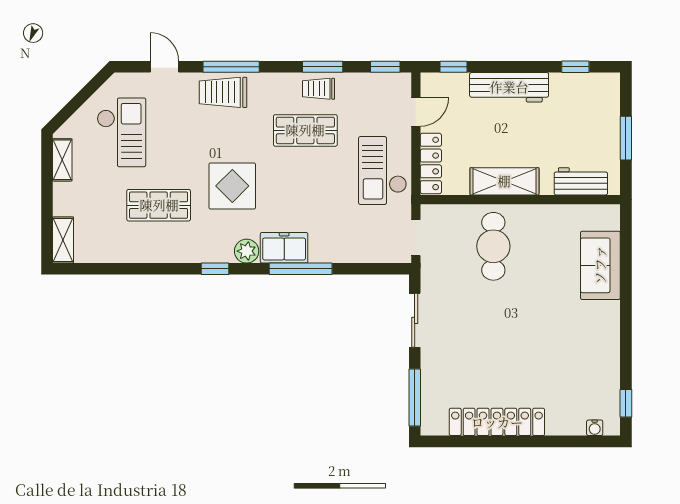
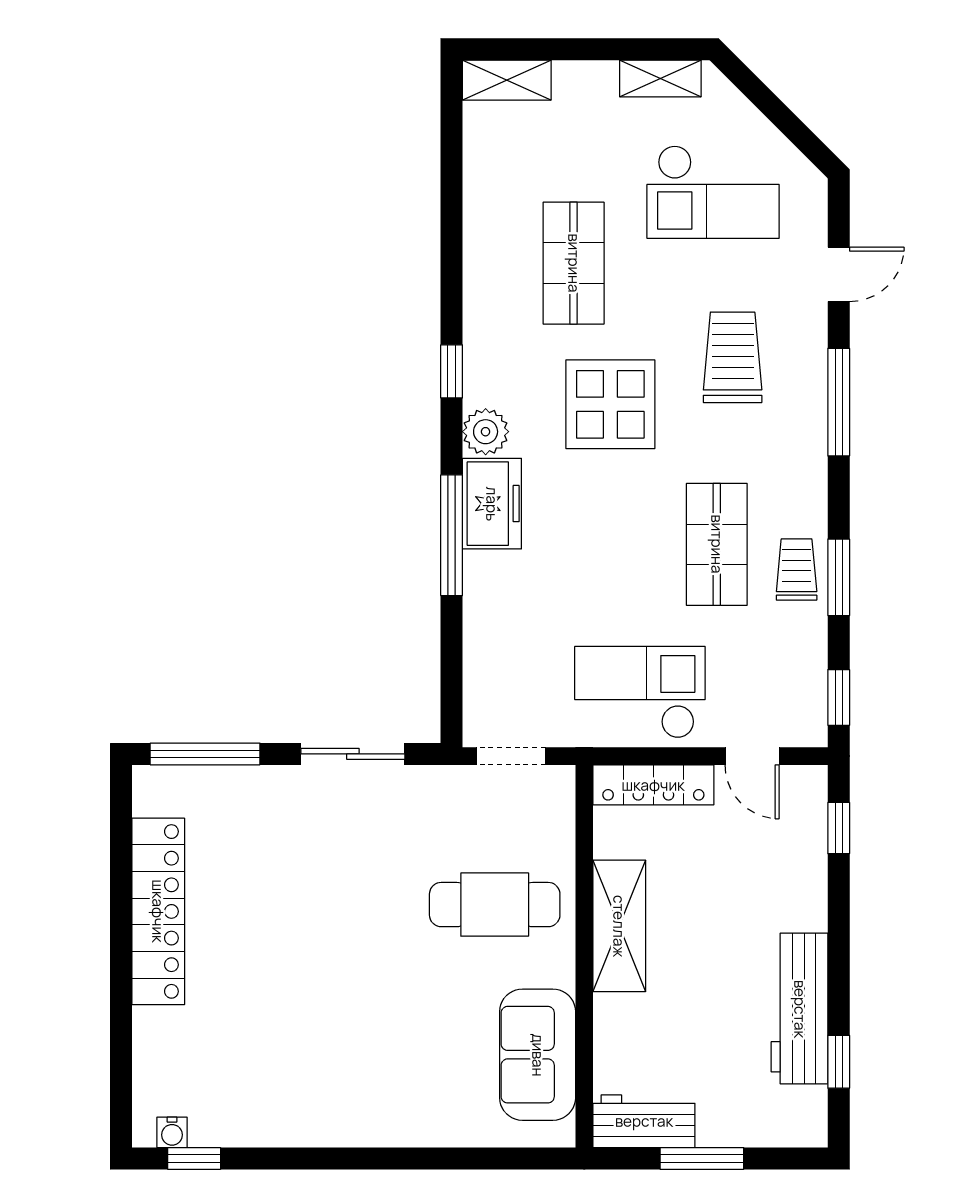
workbench: (509, 87) -> (800, 1009), moved
trolley: (223, 92) -> (733, 357), moved
workbench: (581, 181) -> (644, 1121), moved, turned -90
sofa: (600, 265) -> (538, 1055), moved, turned -90
water cooler: (595, 428) -> (172, 1132), moved, turned -90

